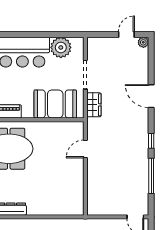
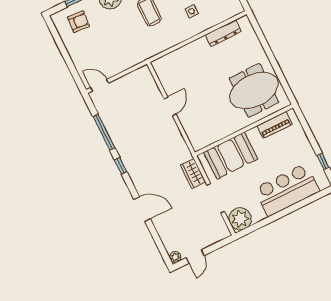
plant: (61, 47) -> (240, 219), moved
door: (85, 149) -> (170, 106), moved

